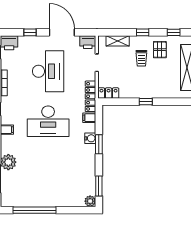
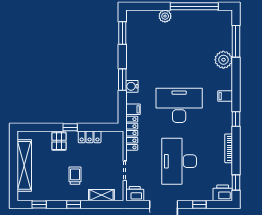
pallet: (160, 50) -> (59, 141), moved
locker: (109, 93) -> (90, 137), moved
plant: (90, 201) -> (165, 16), moved

